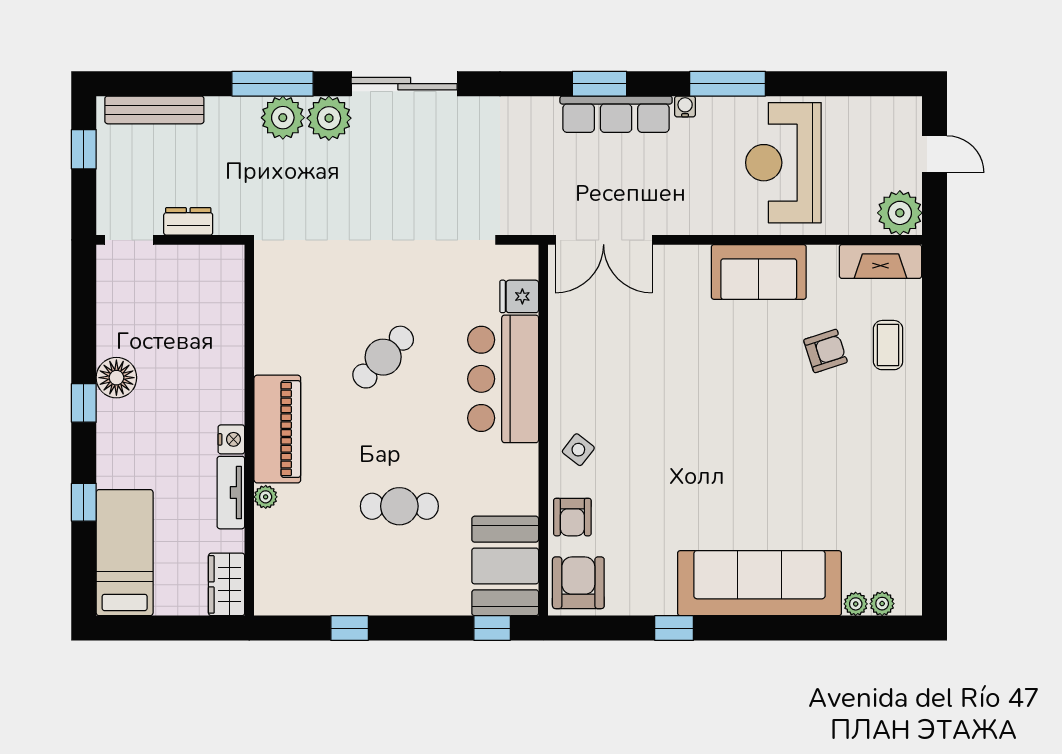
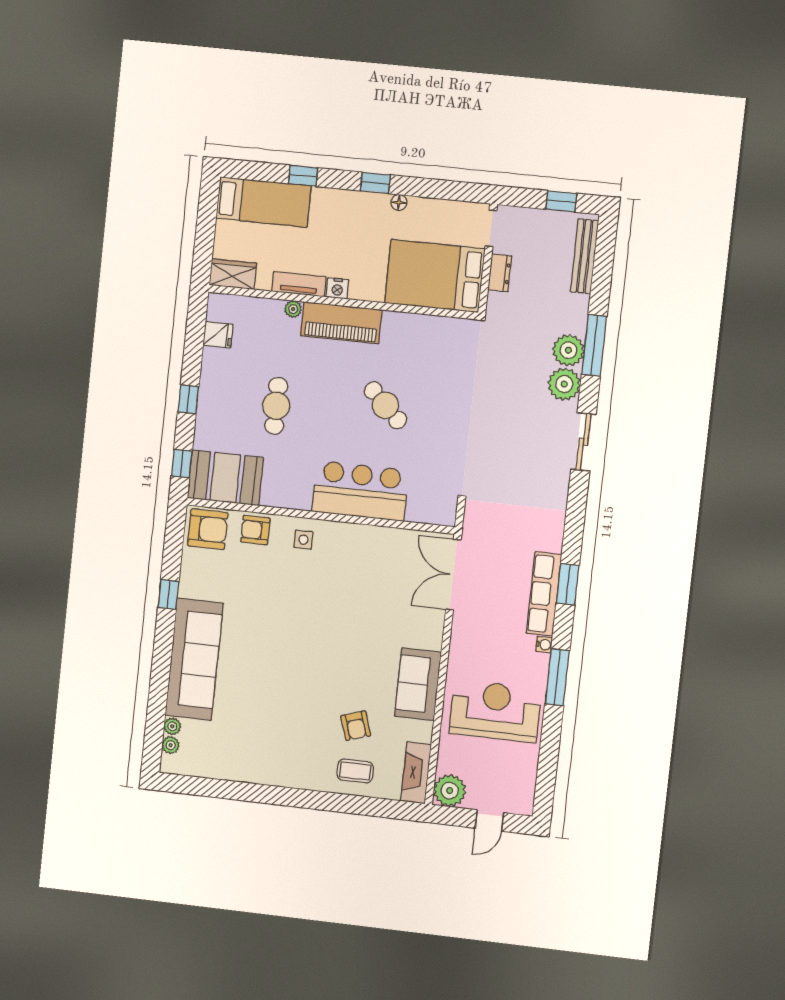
sliding door: (404, 84) -> (583, 442), width x0.73
fridge: (519, 296) -> (218, 335), moved, turned 90
bed: (201, 309) -> (435, 276), added
floor lamp: (116, 378) -> (399, 202), width x0.53, depth x0.53
side table: (578, 450) -> (303, 540), turned -38
window: (350, 628) -> (188, 399), moved

